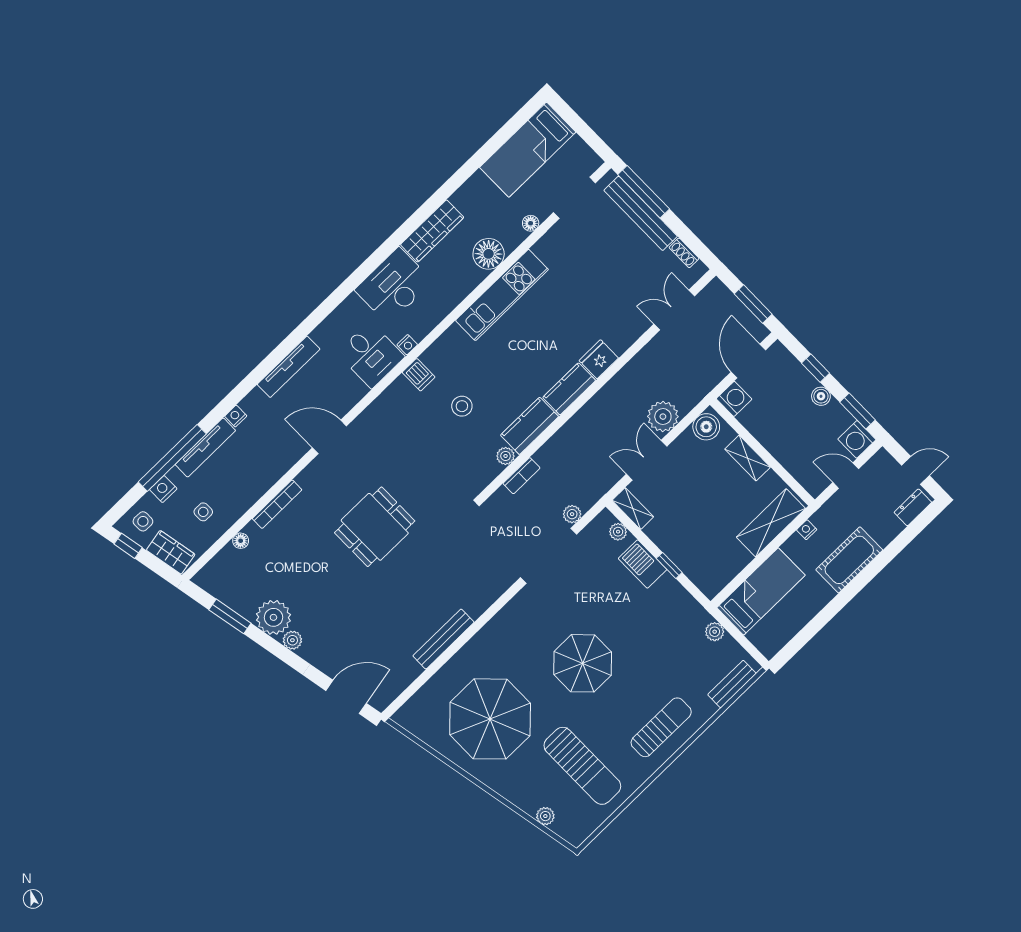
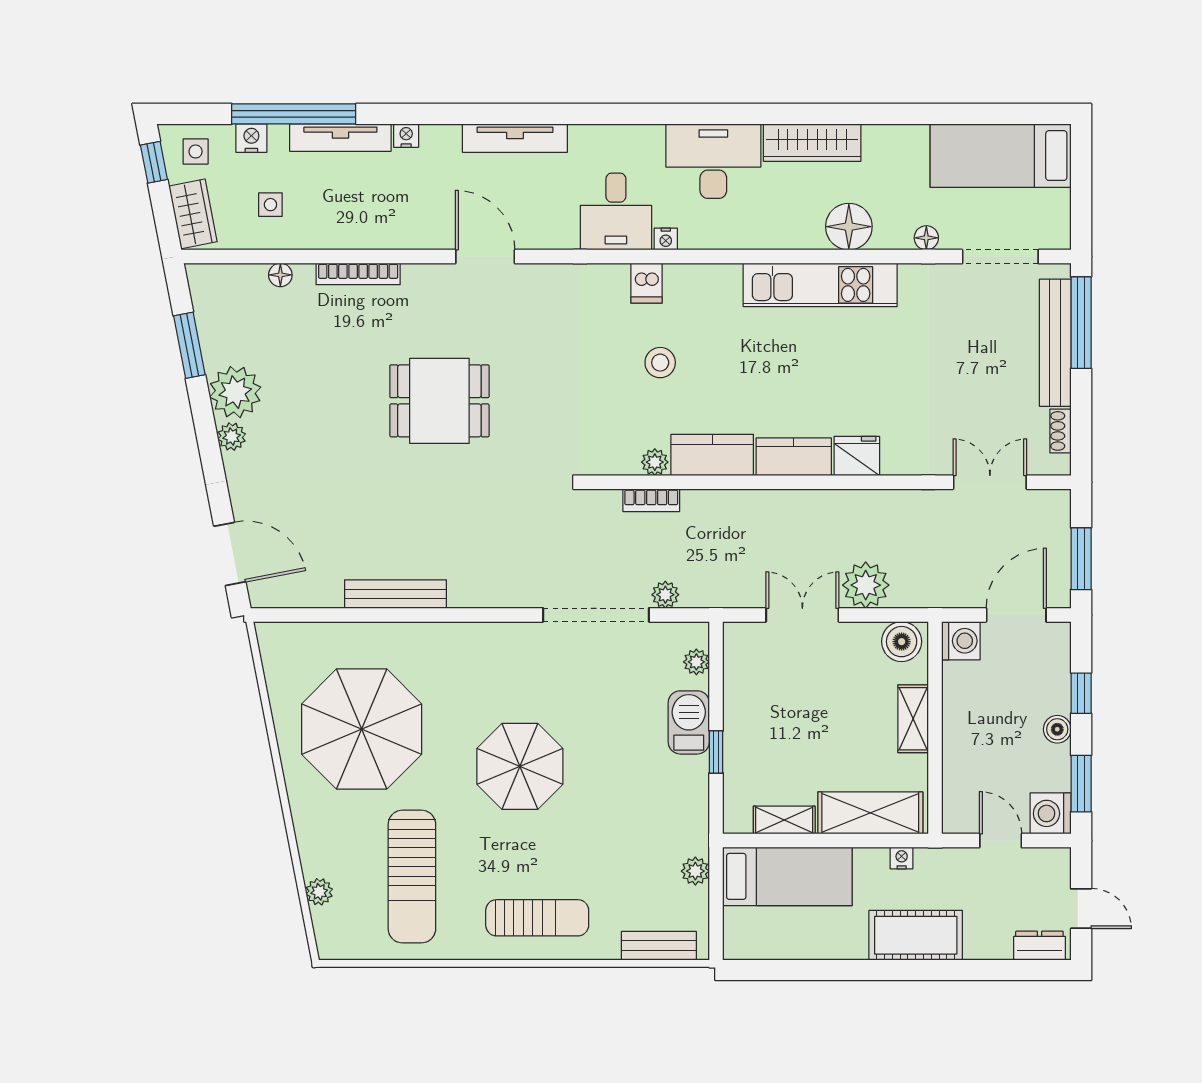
shelving: (633, 509) -> (784, 820), moved, turned 90

